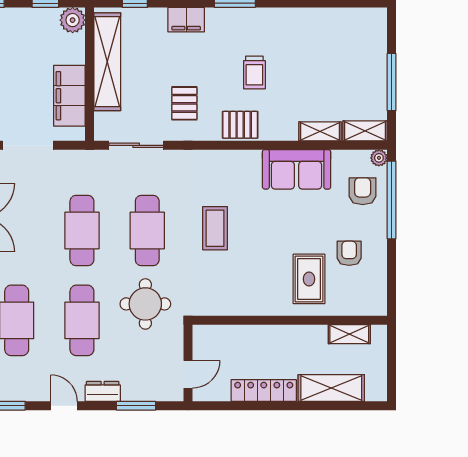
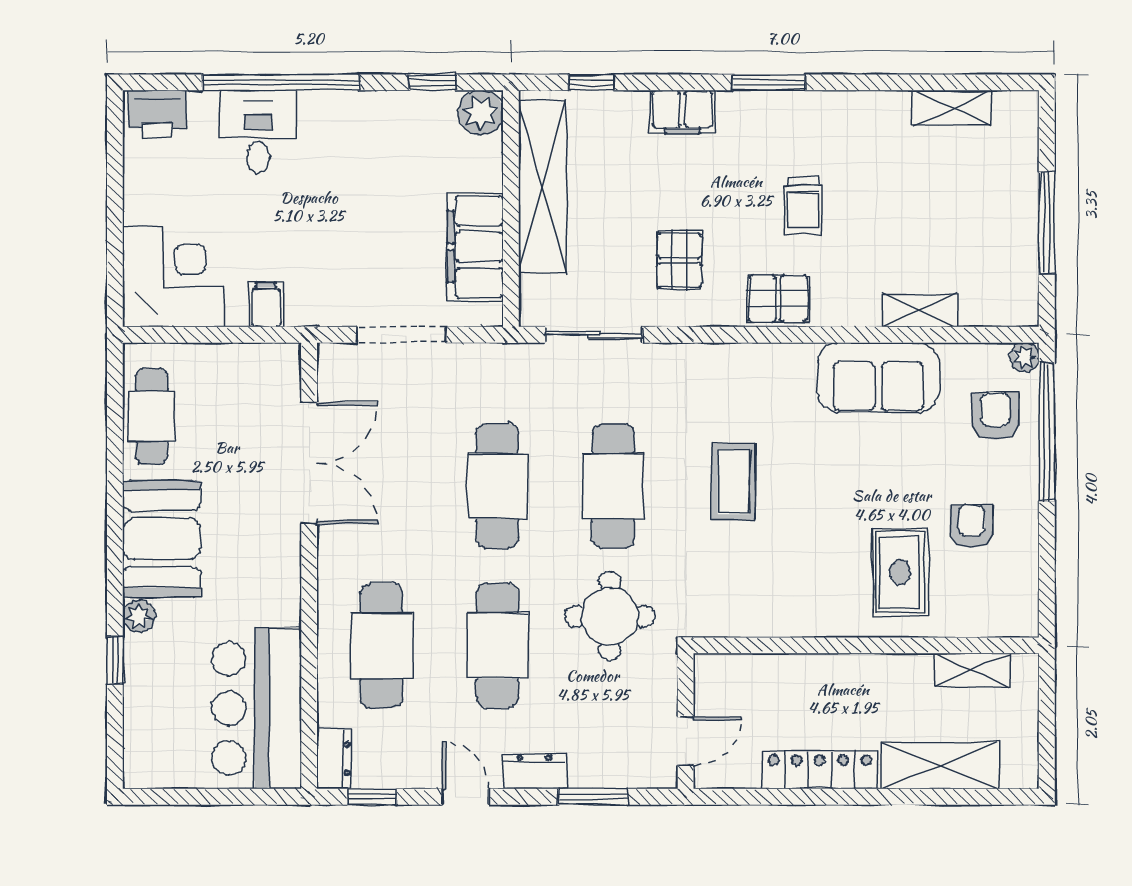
shelving: (365, 131) -> (952, 108), moved

